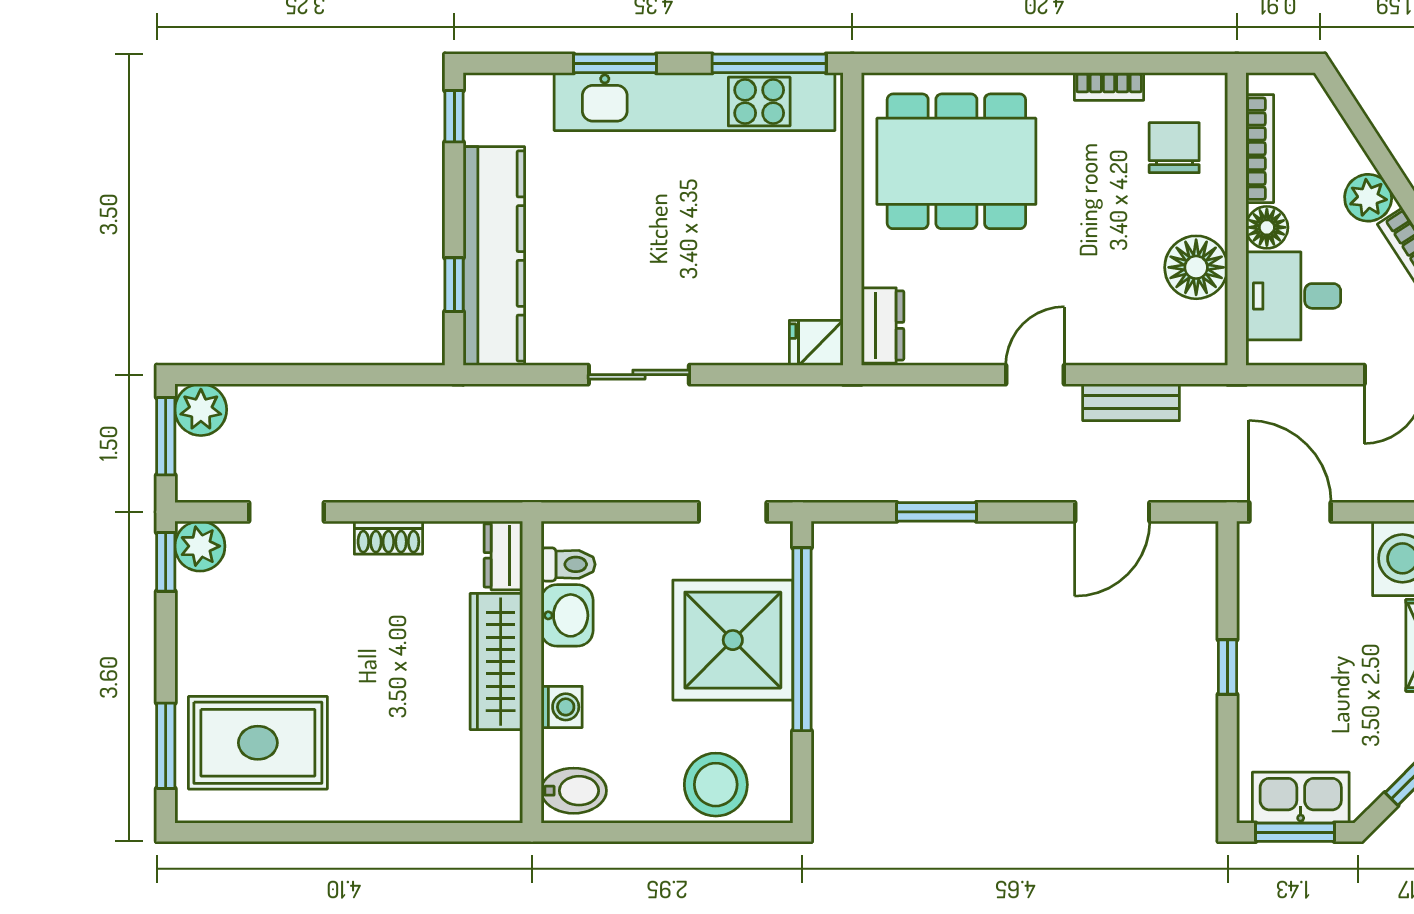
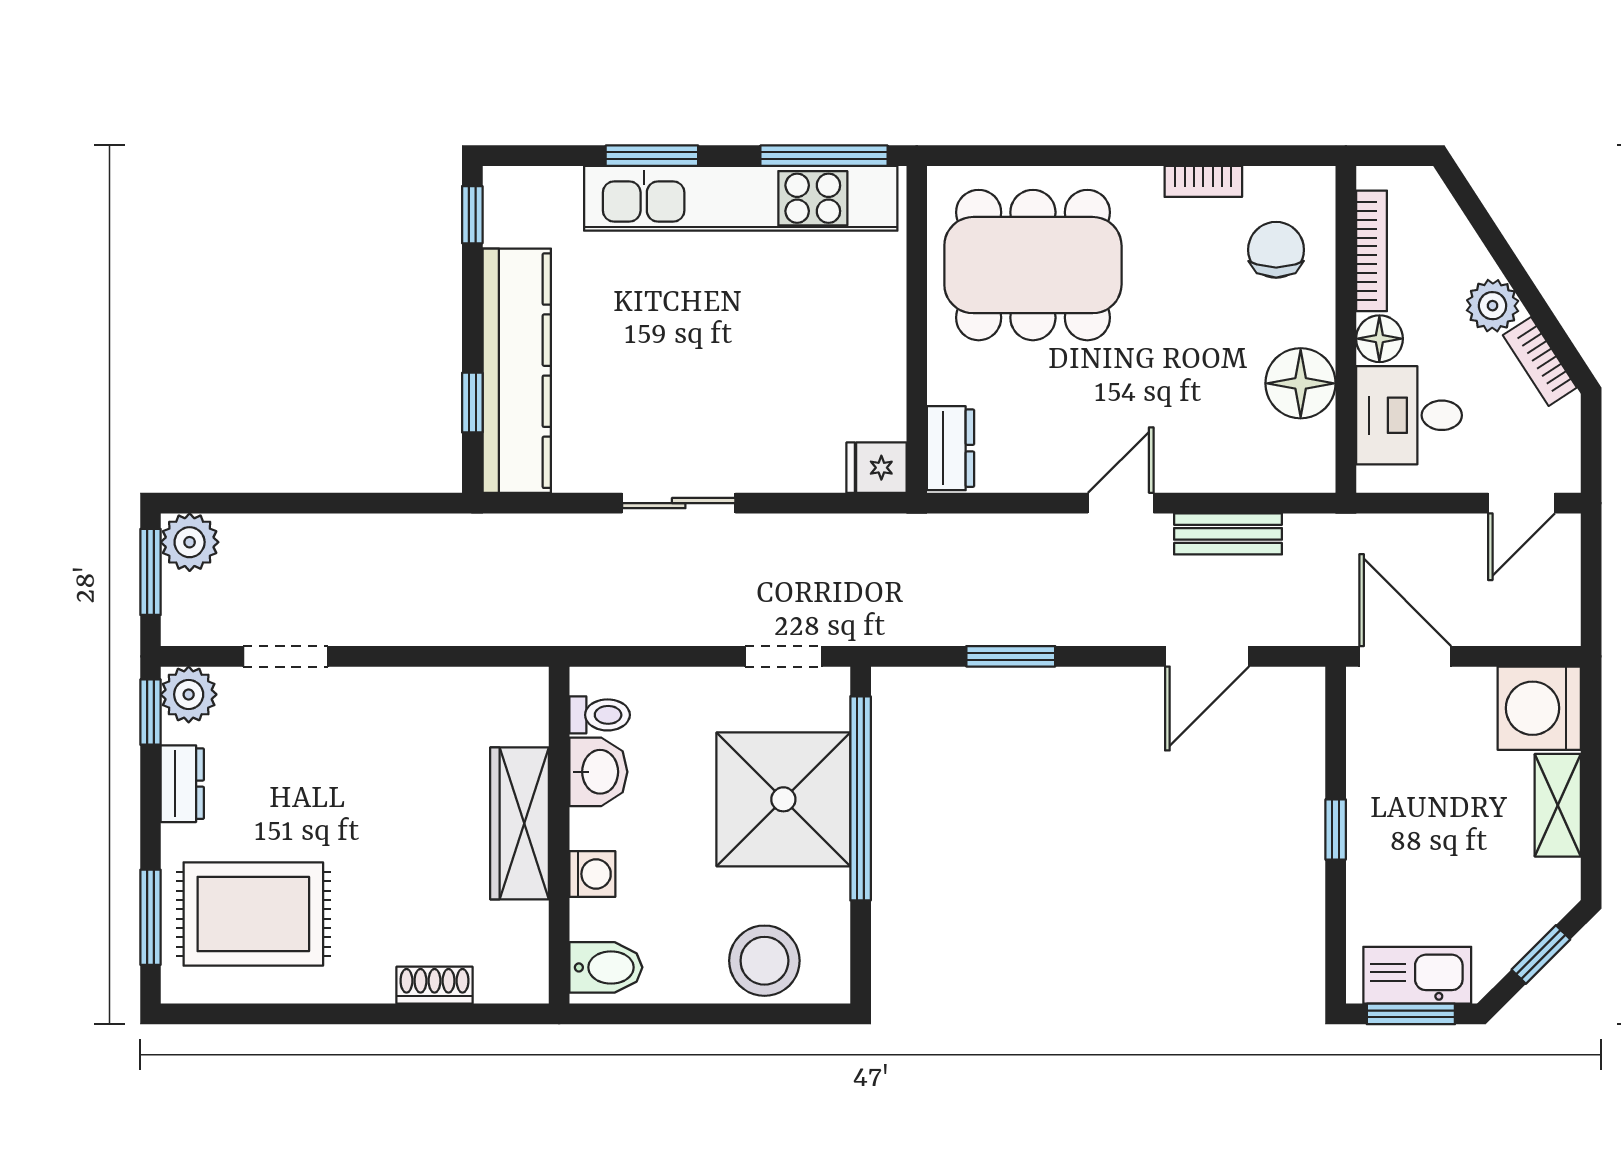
shoe rack: (388, 538) -> (435, 985), moved, turned 180
dresser: (503, 555) -> (182, 784), moved, turned 180

